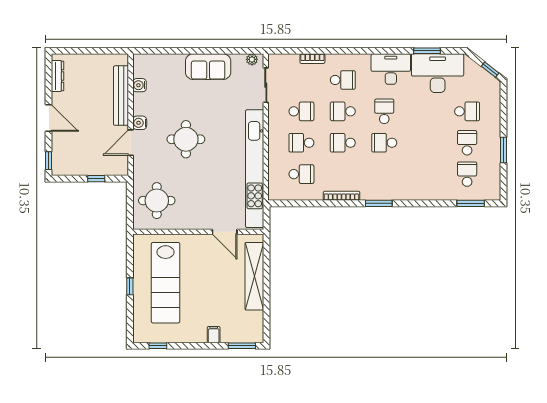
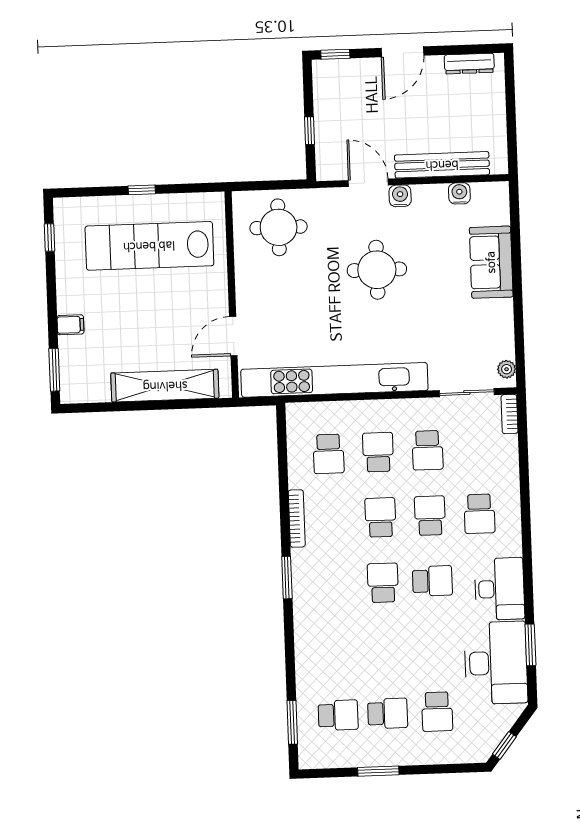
bookcase: (312, 59) -> (510, 414), moved
sofa: (208, 67) -> (491, 262), moved

